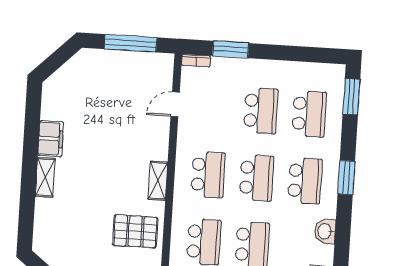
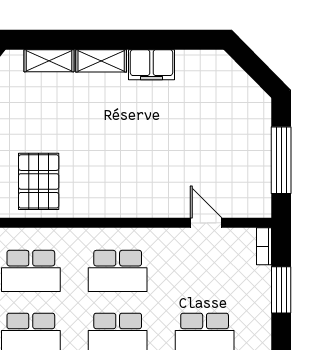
shelving: (158, 181) -> (49, 61), moved

